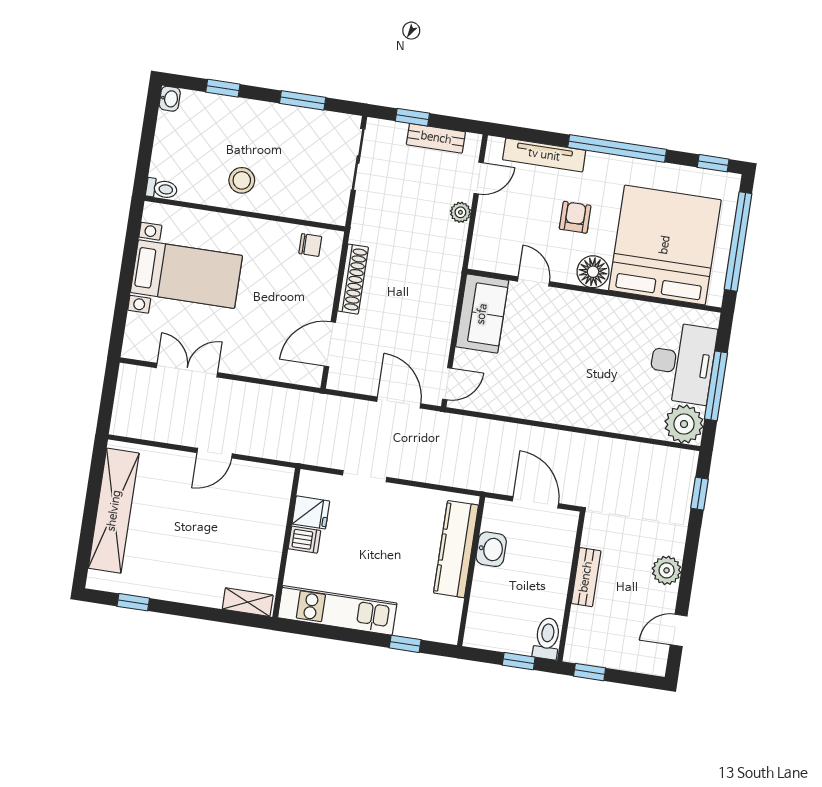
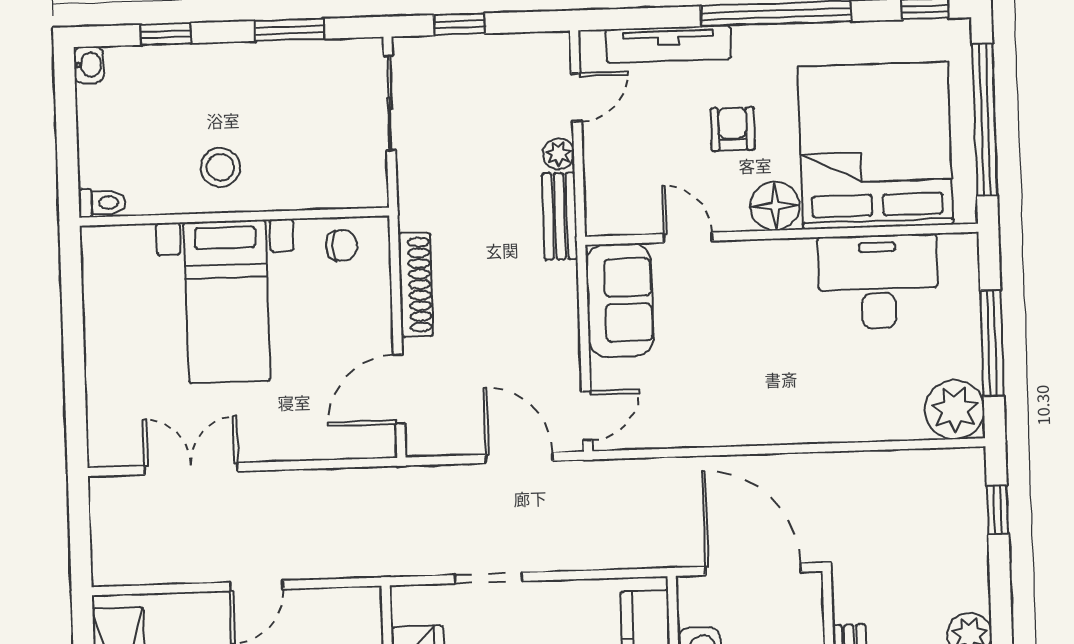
bench: (436, 138) -> (560, 216), moved, turned 90
bed with nightstands: (186, 274) -> (227, 302), moved, turned 90
desk: (682, 363) -> (878, 282), moved, turned -90
door: (535, 502) -> (753, 569), width x1.36

